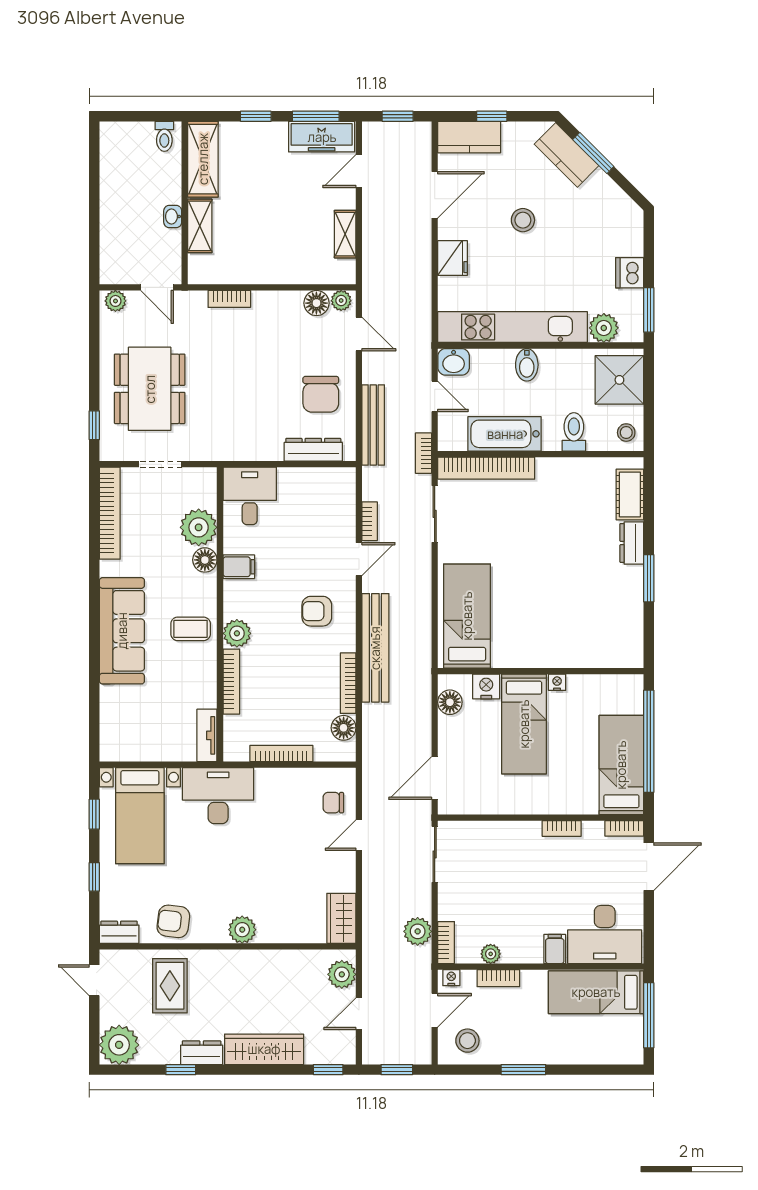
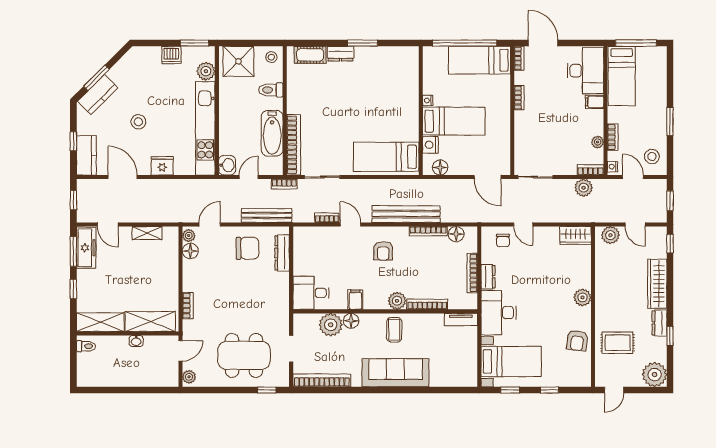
shelving: (200, 226) -> (150, 322), width x1.50, depth x1.33
bidet: (527, 365) -> (229, 119), removed
dresser: (119, 932) -> (488, 277), moved, turned 180

